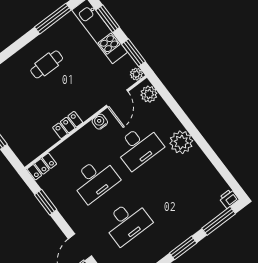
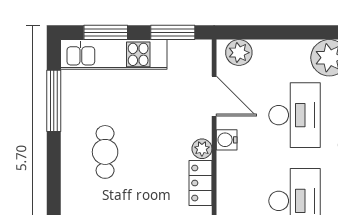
plant: (136, 74) -> (202, 149), moved

